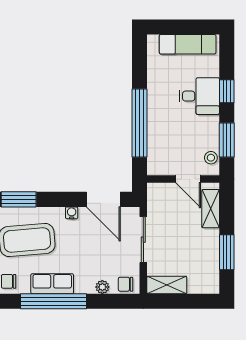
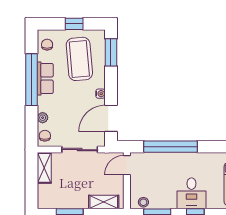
door: (188, 179) -> (127, 165), moved

